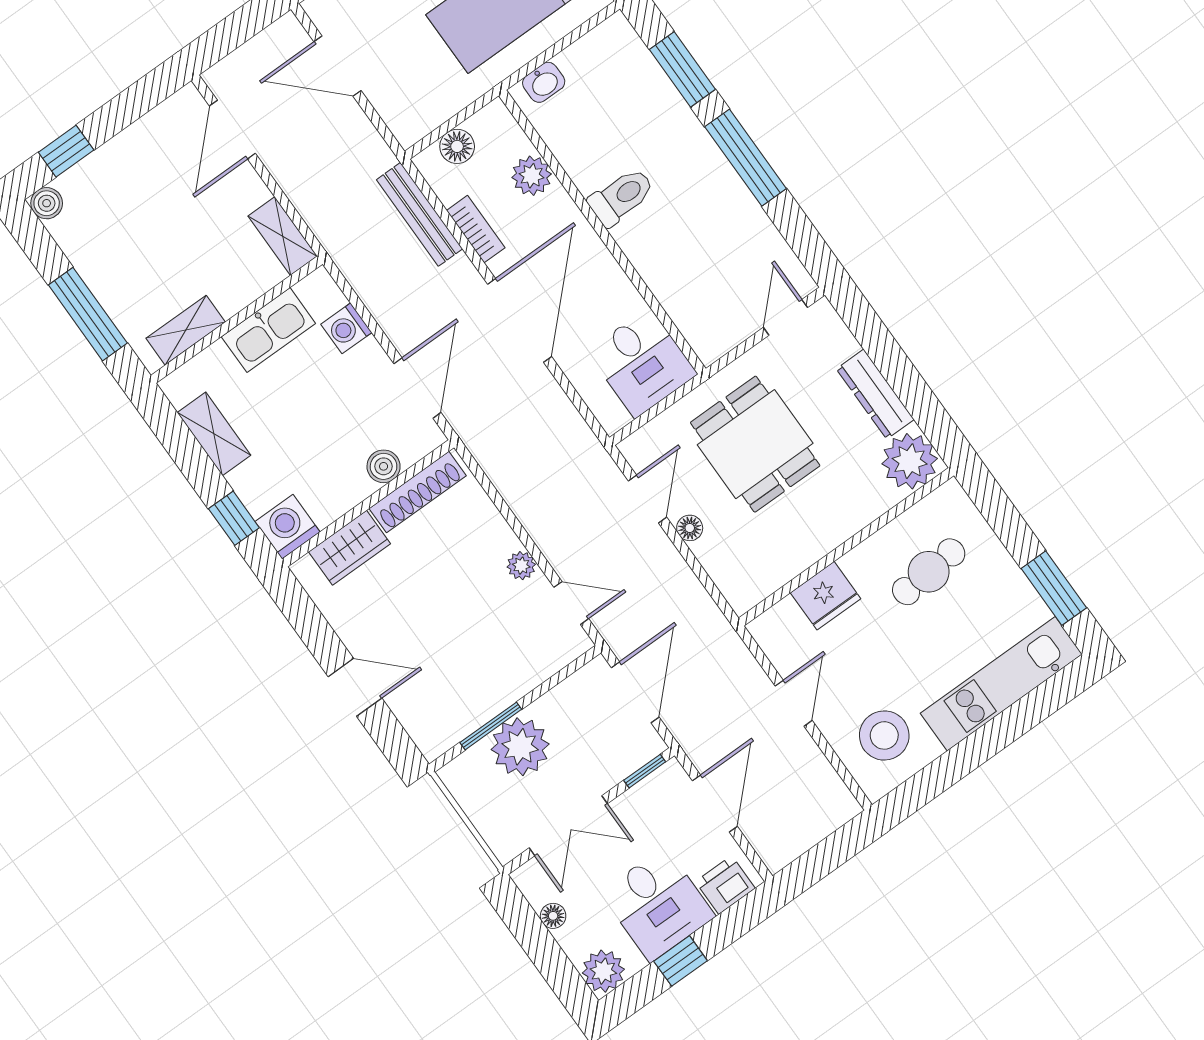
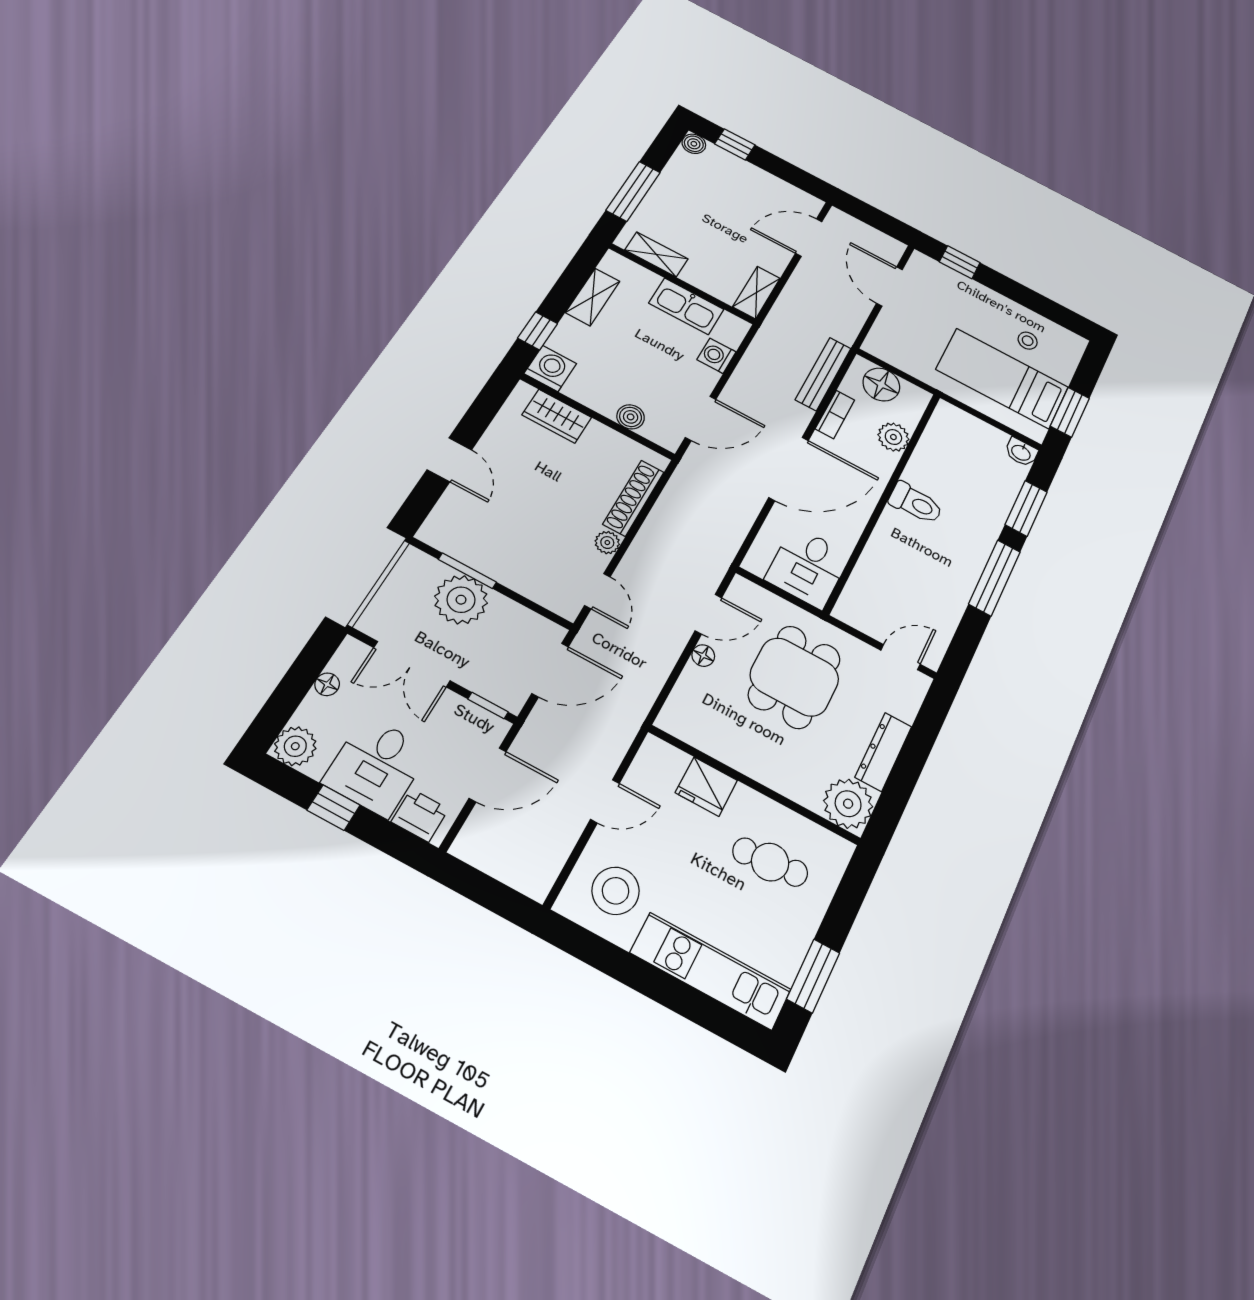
washbasin: (544, 82) -> (1021, 452), moved
floor lamp: (457, 146) -> (881, 385), width x1.38, depth x1.38
shoe rack: (418, 492) -> (633, 498), moved, turned 90

